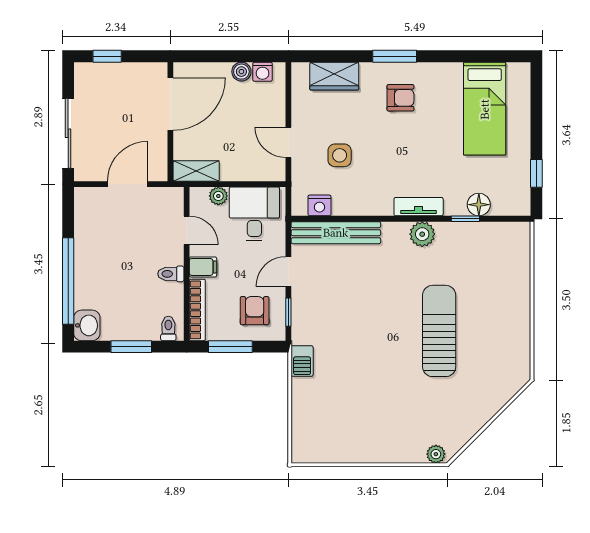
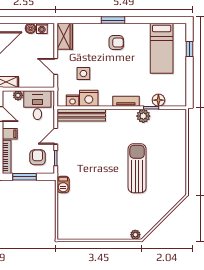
wardrobe: (334, 76) -> (65, 36), moved, turned -90
window: (536, 173) -> (190, 49), moved
nightstand: (350, 201) -> (89, 98), added
plant: (422, 234) -> (143, 116), moved

